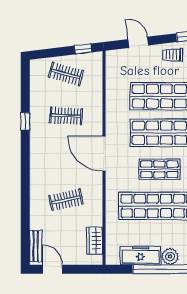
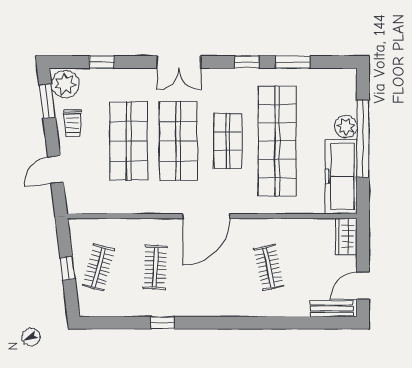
window: (83, 49) -> (68, 268), moved
wardrobe: (95, 241) -> (346, 236), moved, turned 90
freezer: (141, 256) -> (341, 176), width x1.36, depth x1.26

